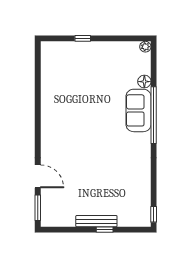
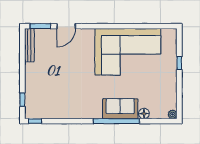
corner sofa: (69, 101) -> (128, 52), added
bench: (96, 221) -> (29, 45), moved
window: (105, 230) -> (22, 100), moved

